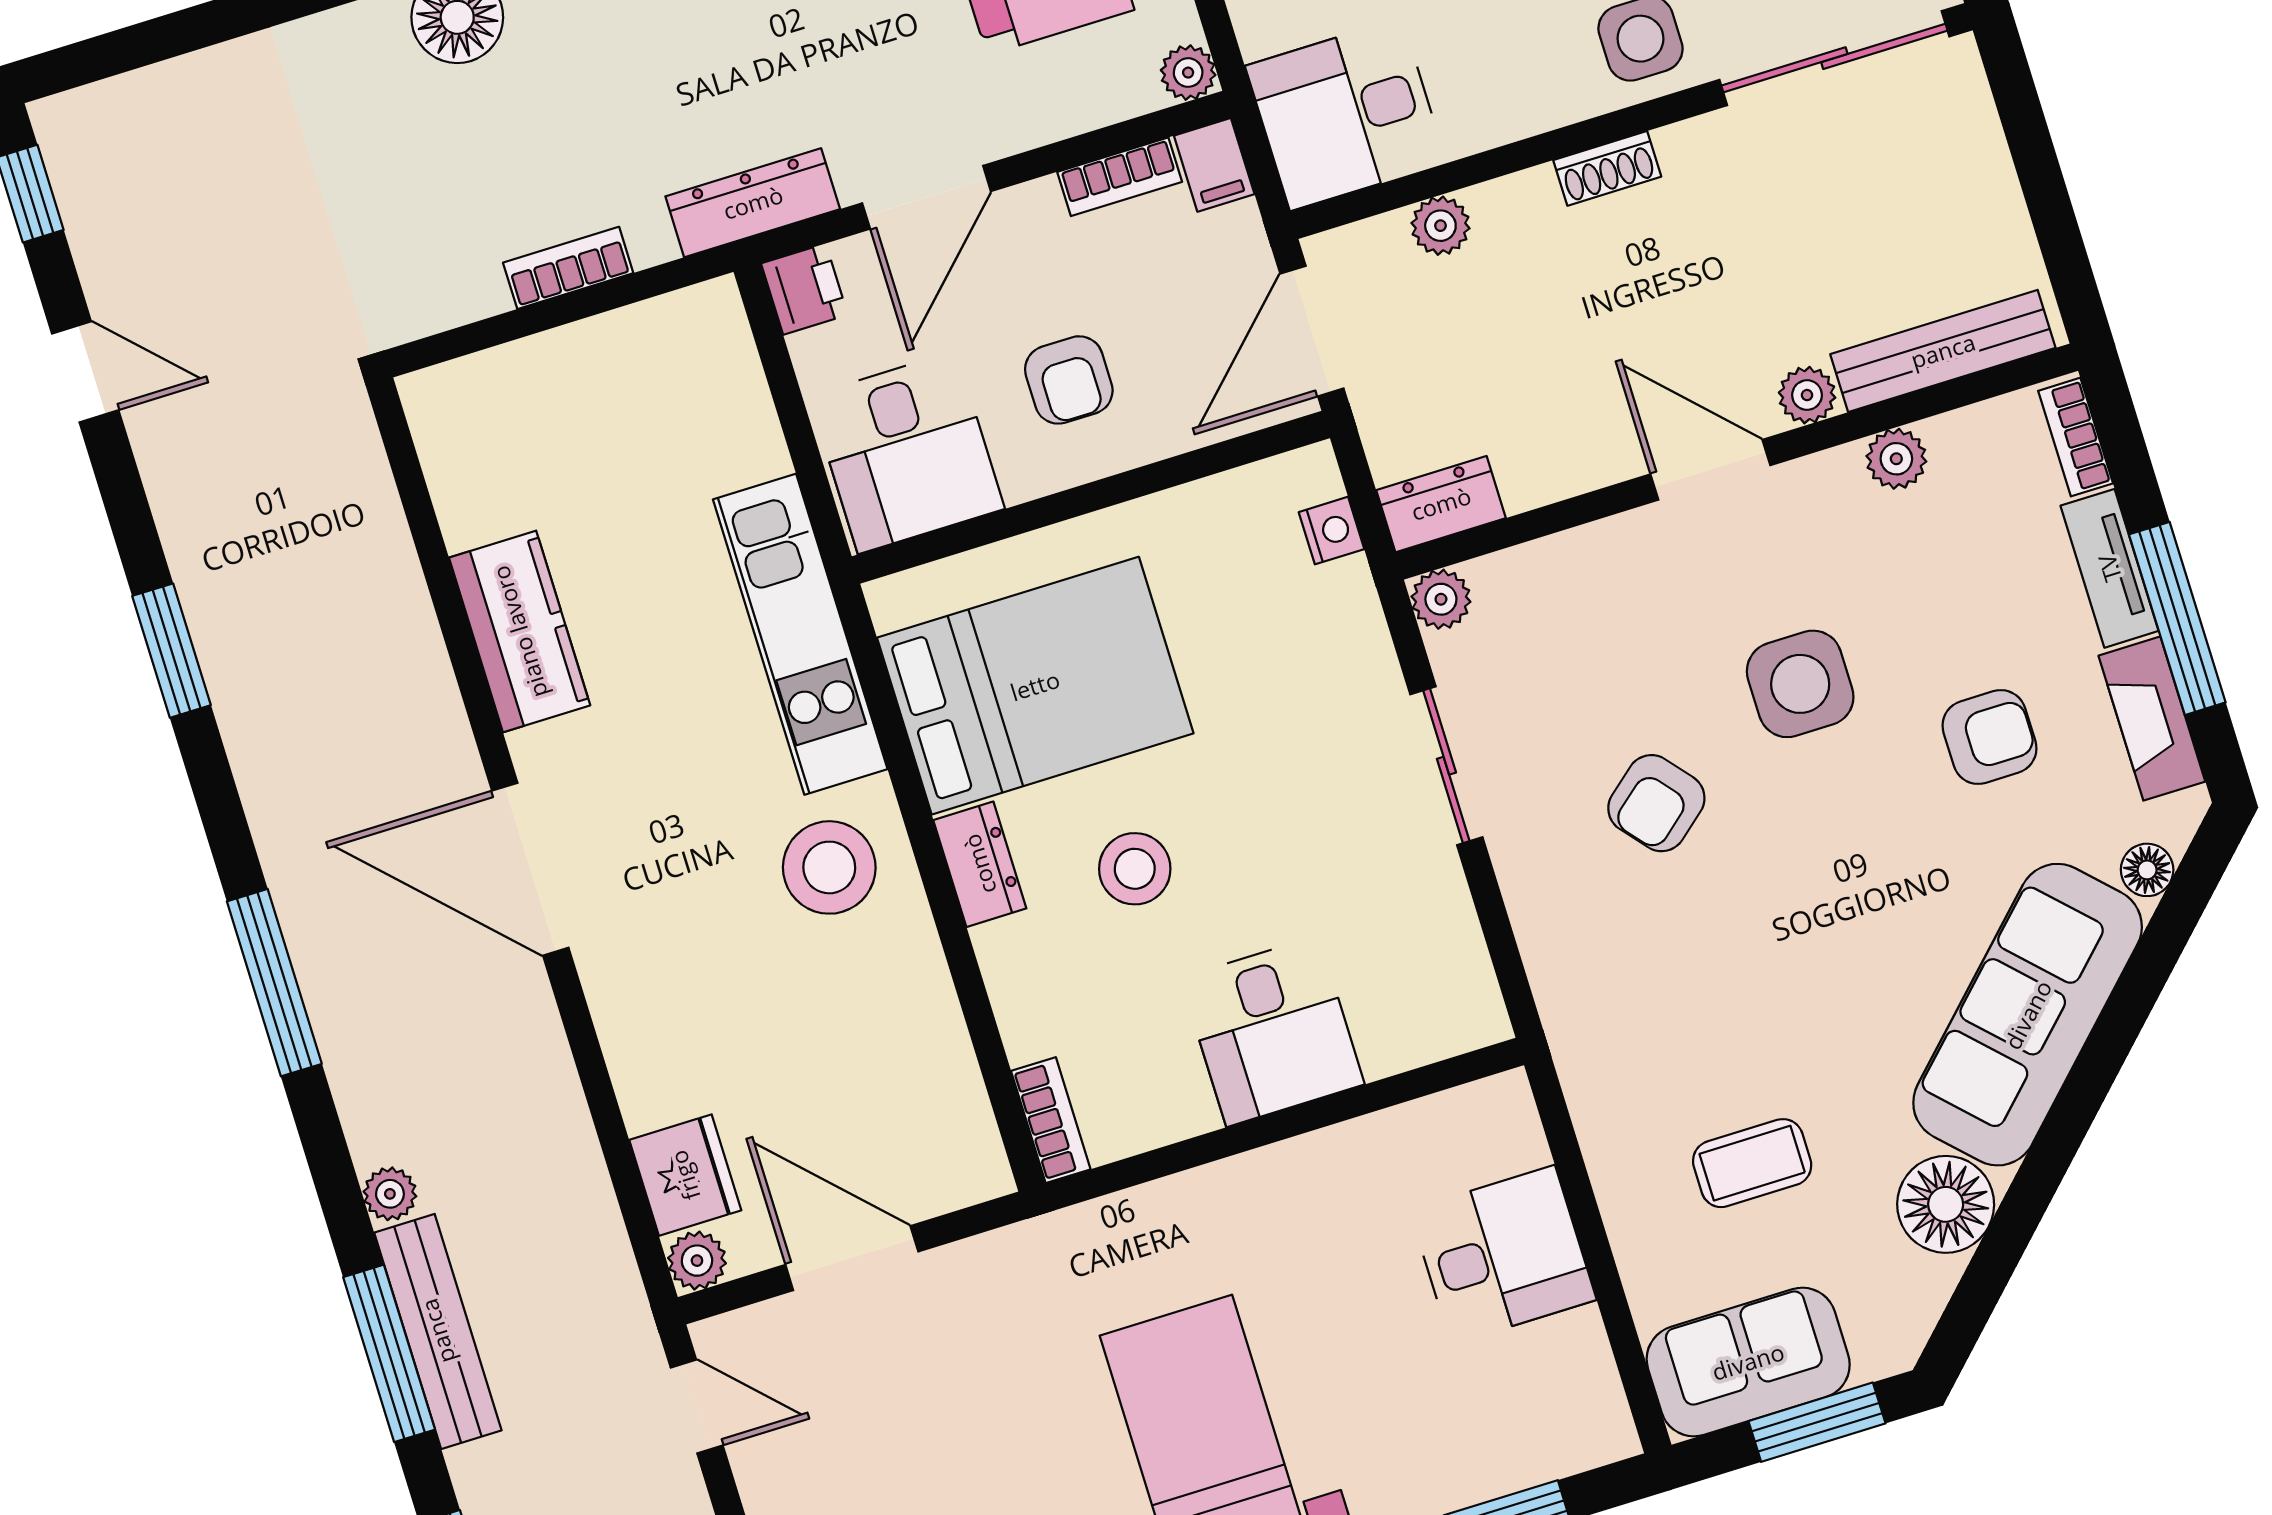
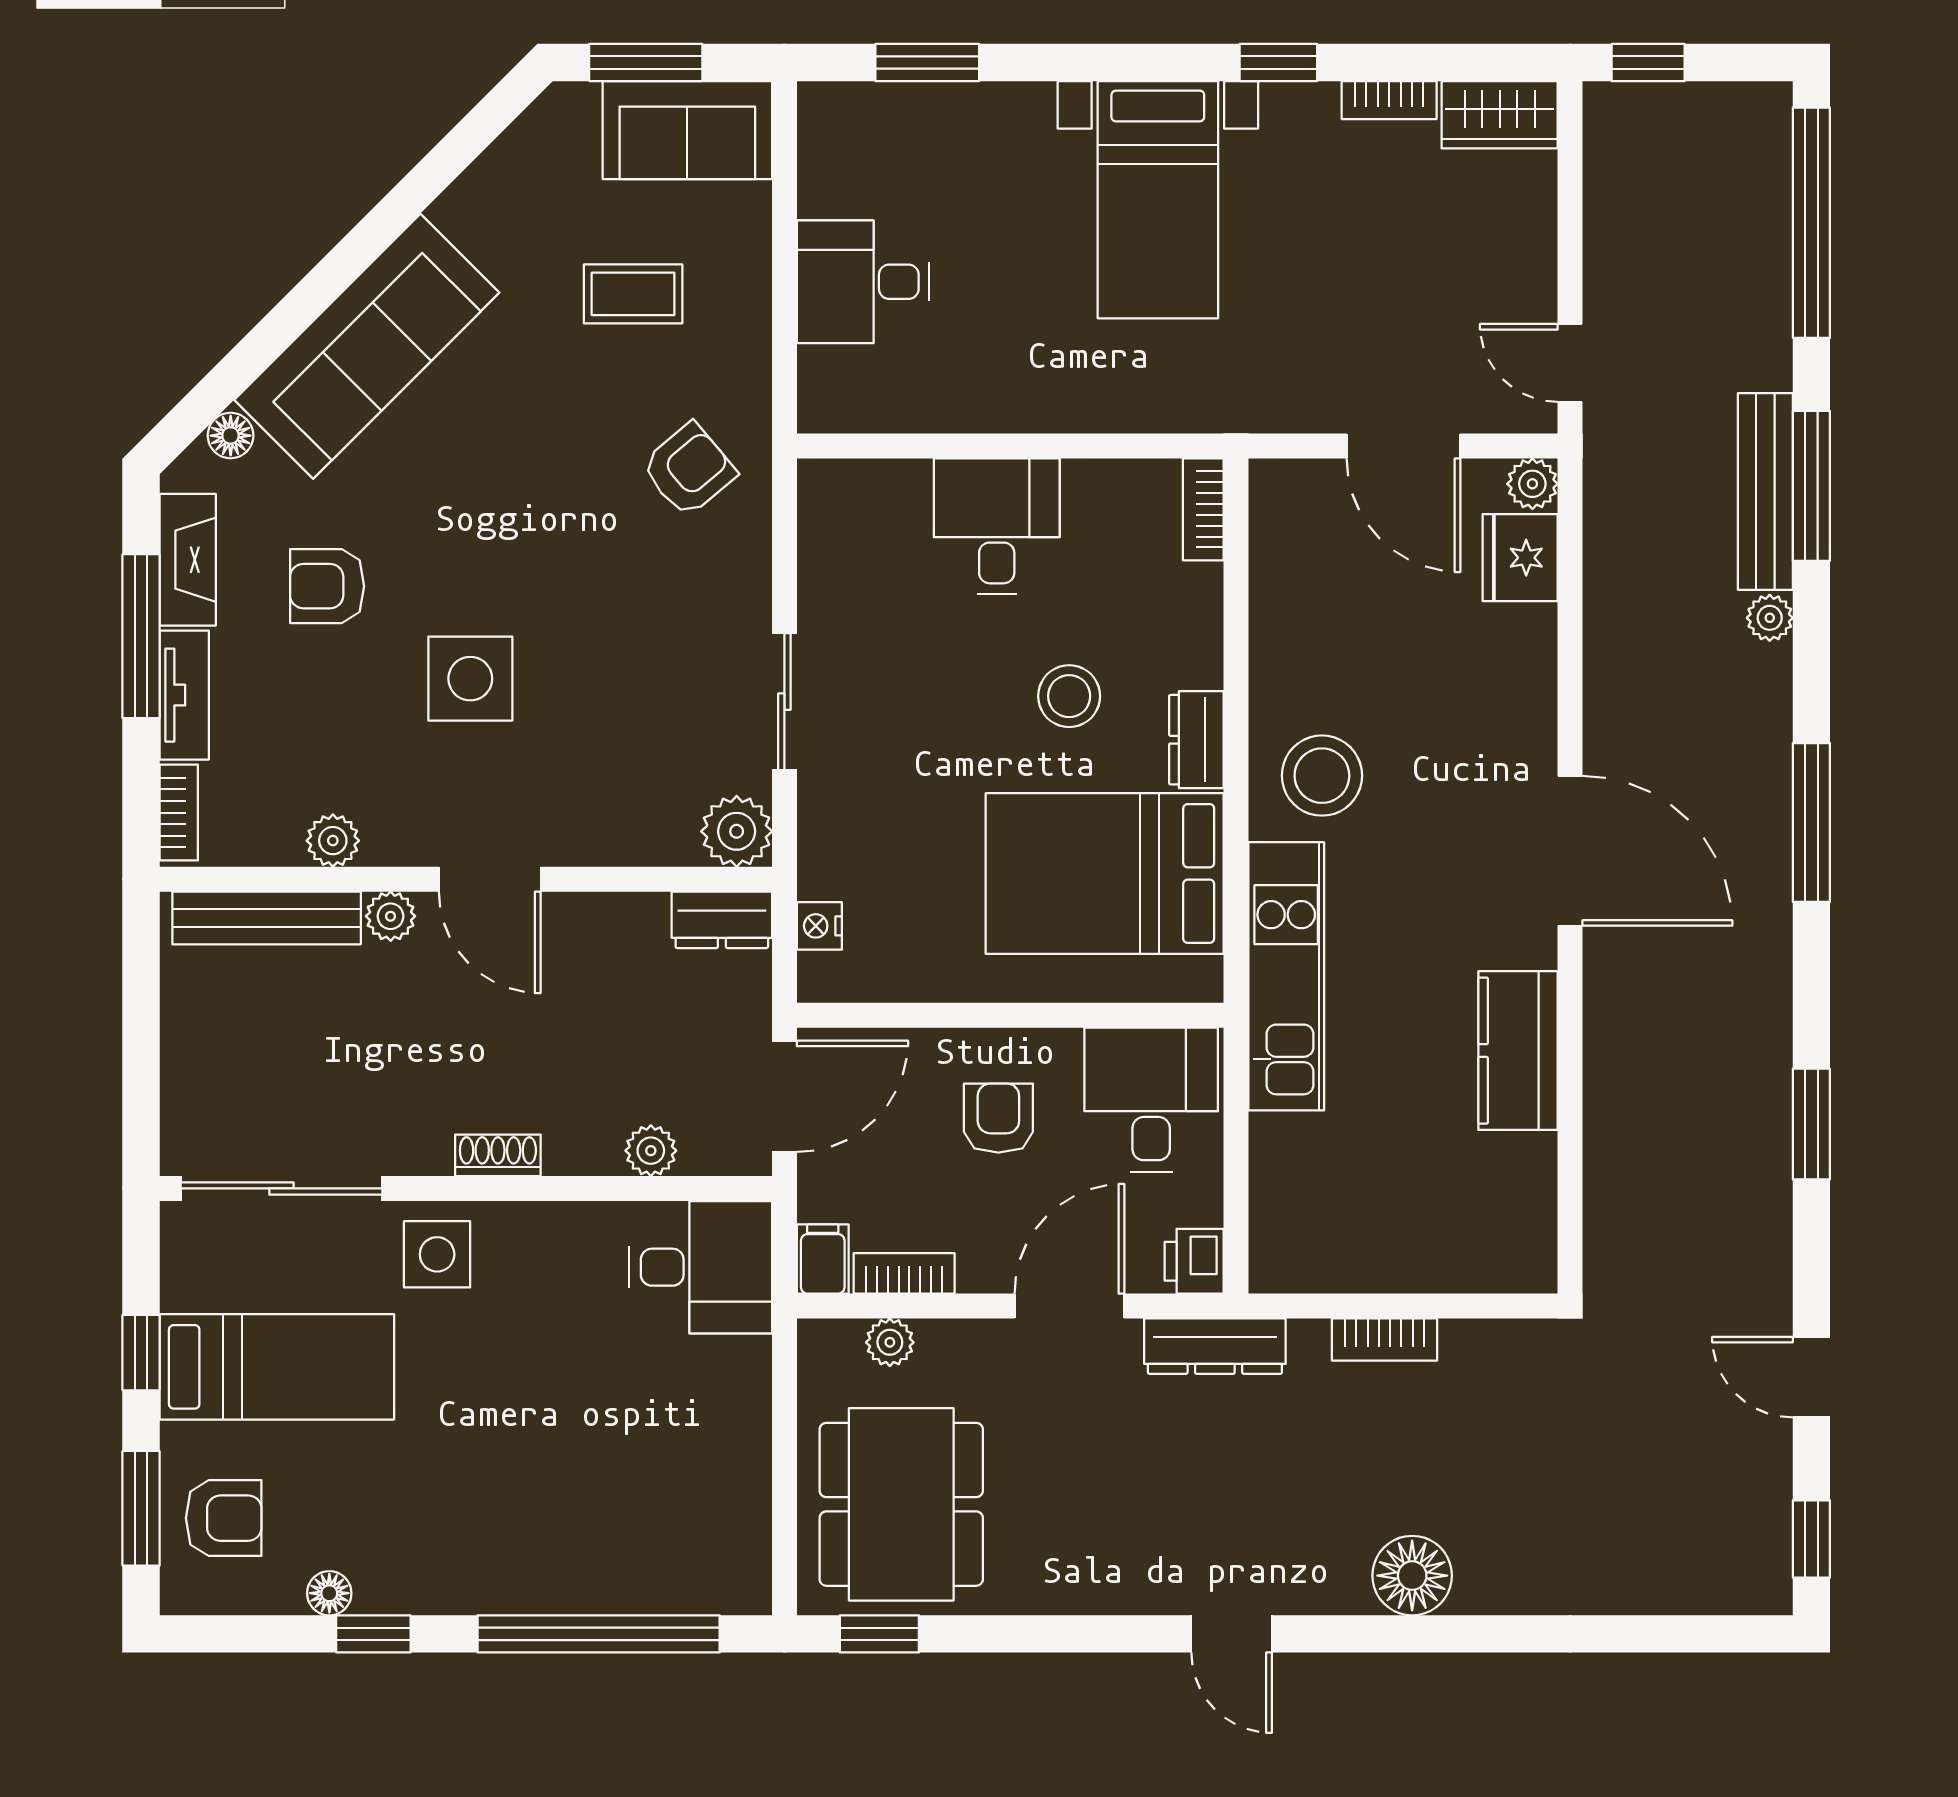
plant: (1188, 73) -> (890, 1342), moved
plant: (1441, 599) -> (737, 831), width x1.38, depth x1.38
armchair: (1656, 803) -> (689, 470), moved
floor lamp: (1946, 1204) -> (483, 210), removed

